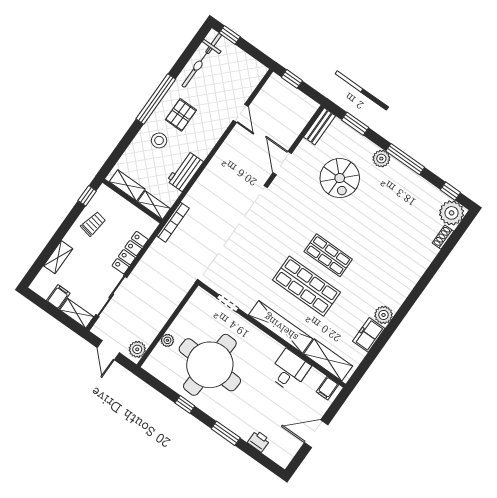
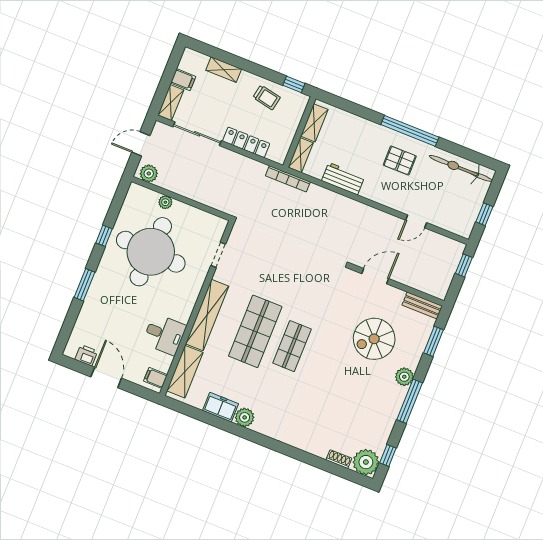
window: (230, 35) -> (484, 214), moved
stool: (159, 140) -> (368, 144), removed
printer: (259, 441) -> (86, 355), moved, turned -90

